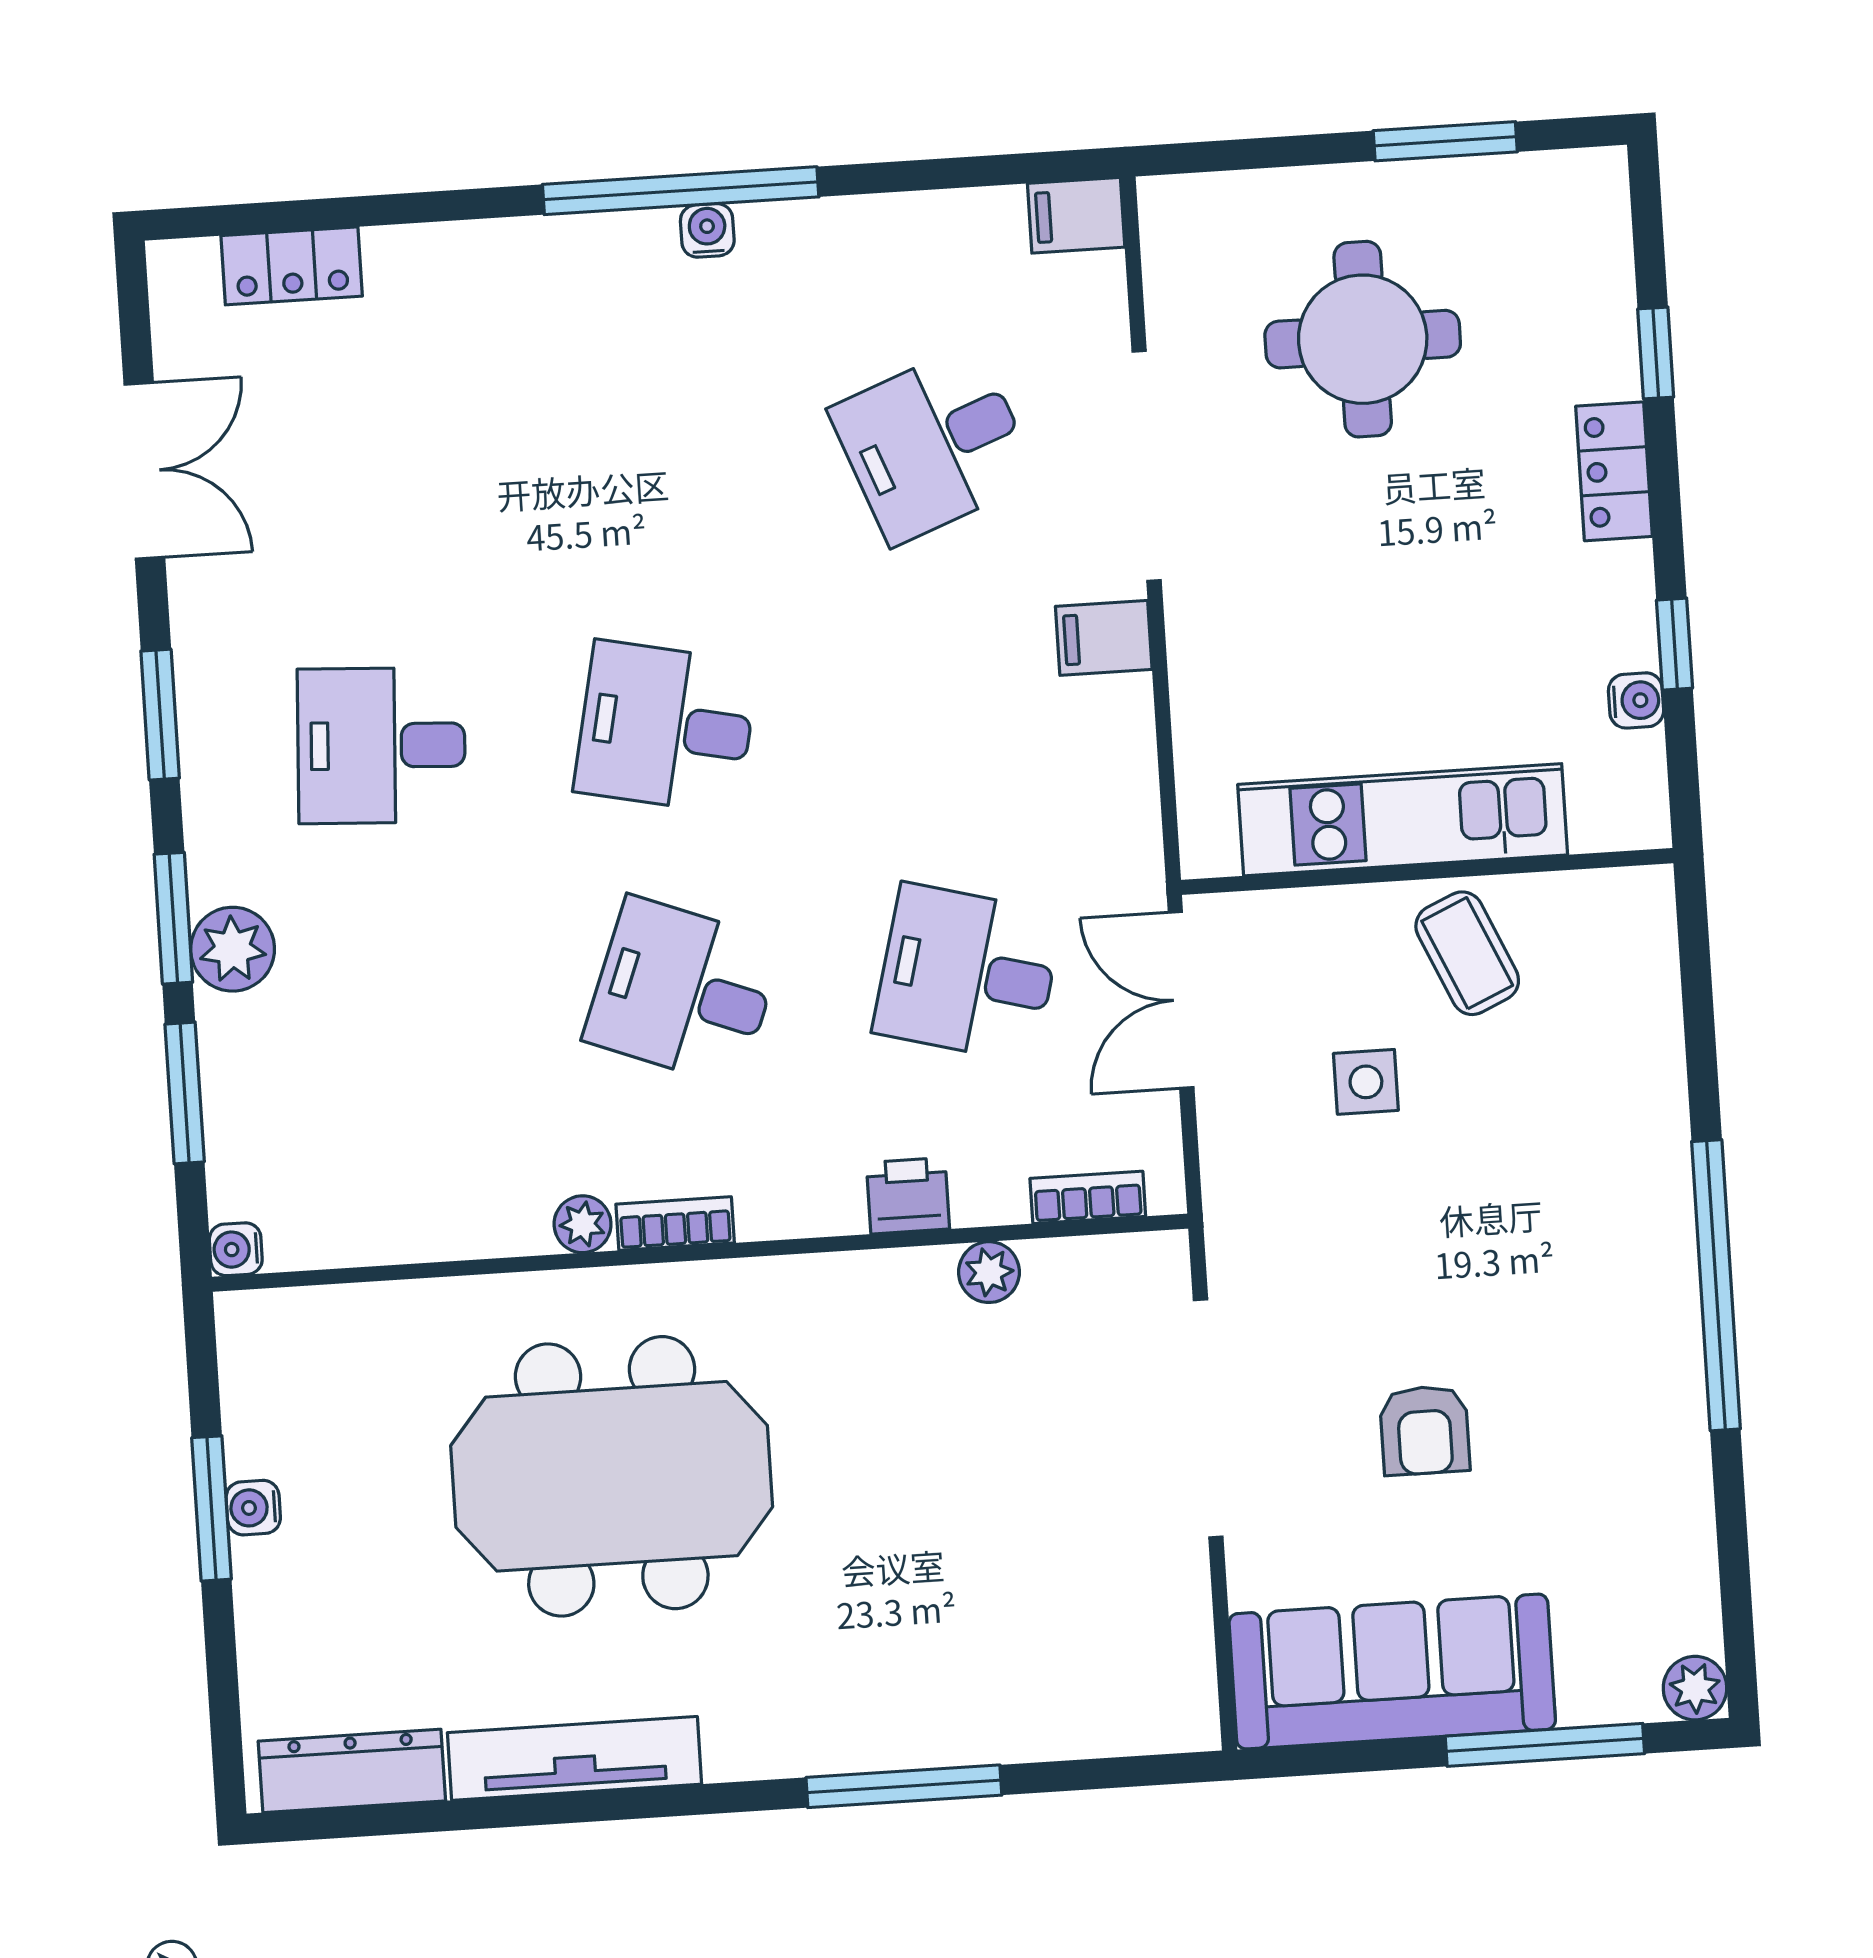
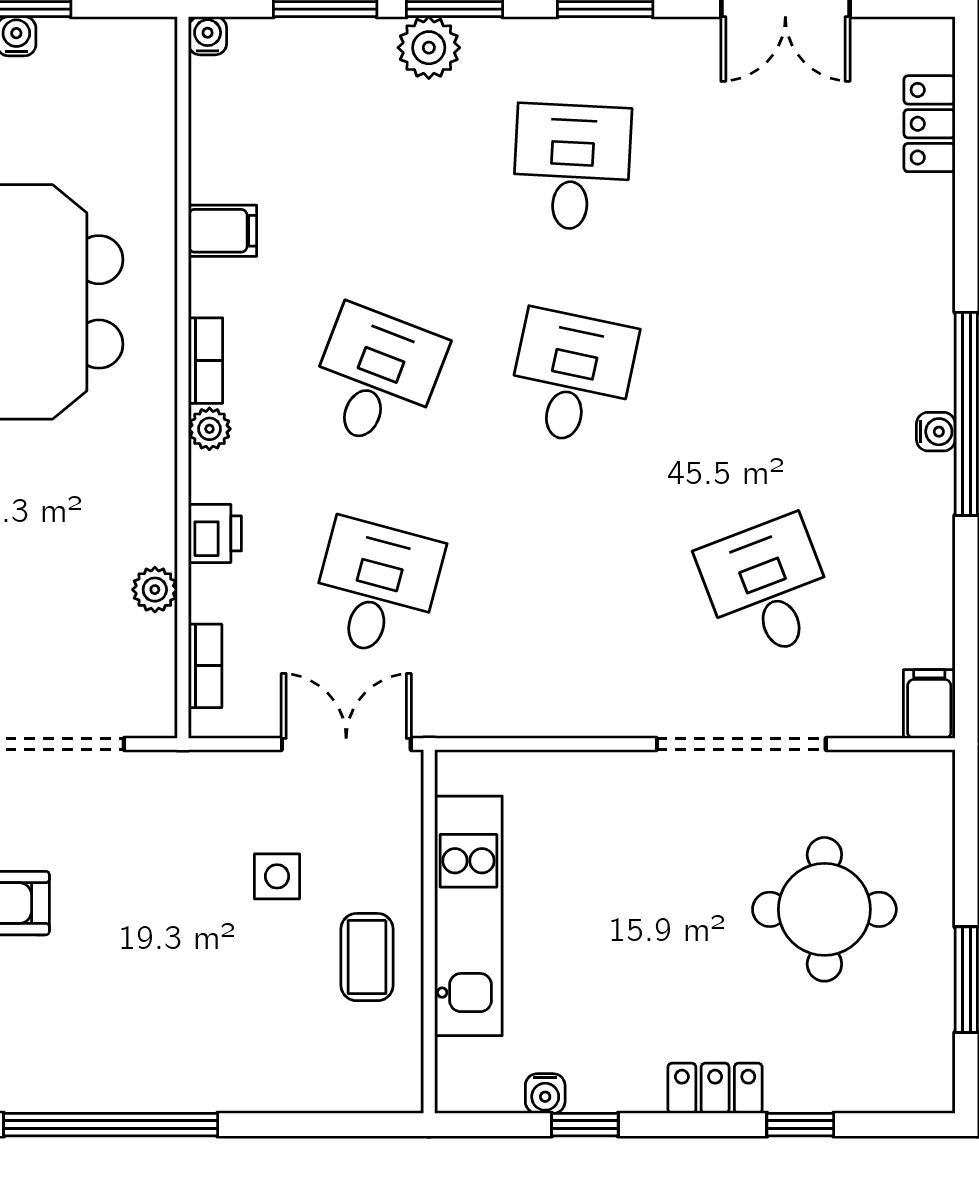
filing cabinet: (1104, 638) -> (223, 231), moved, turned 90
coffee table: (1467, 953) -> (367, 957), turned -66
plant: (583, 1224) -> (209, 429), moved

